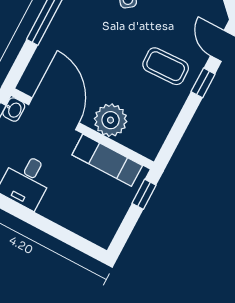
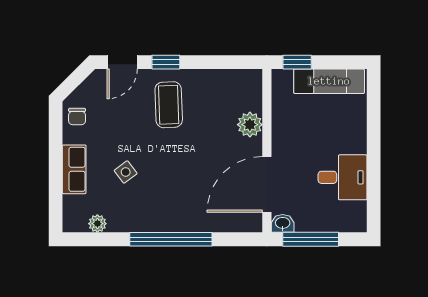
plant: (111, 120) -> (250, 125), width x0.73, depth x0.73
exam couch: (107, 160) -> (329, 81), moved, turned 90

